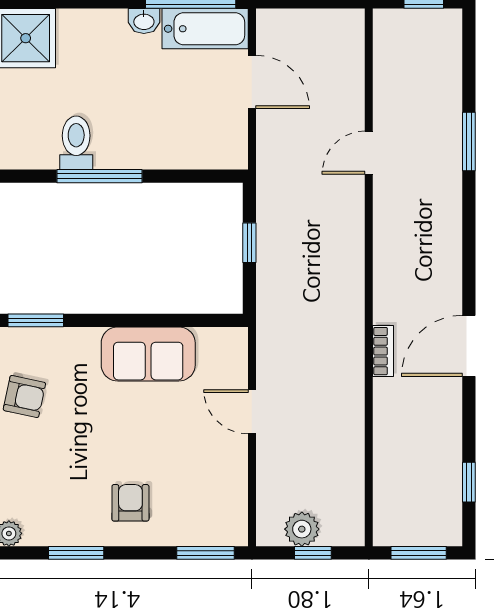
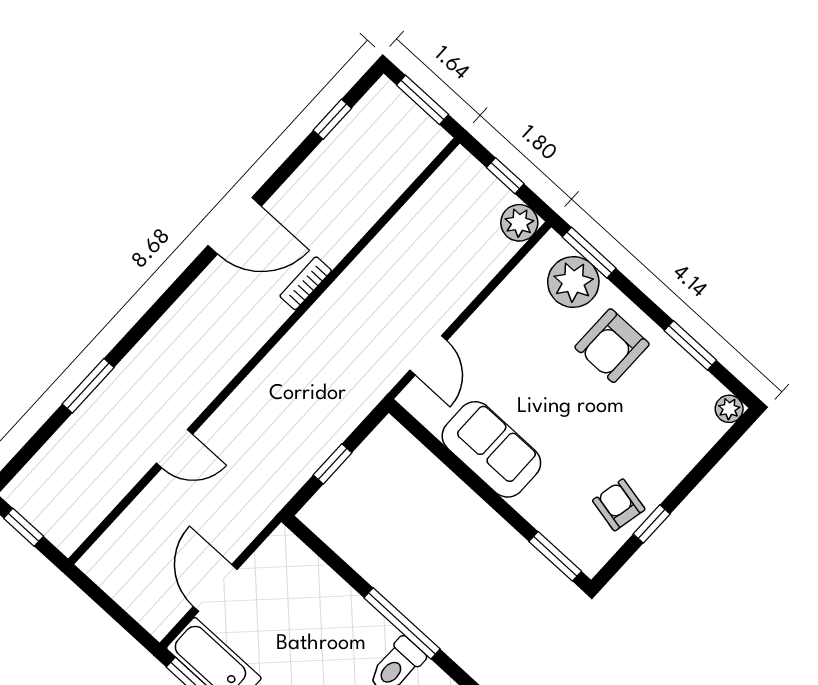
door: (252, 412) -> (428, 355), moved
armchair: (130, 503) -> (612, 346), width x1.38, depth x1.38
plant: (198, 522) -> (573, 282), added
plant: (302, 529) -> (519, 223), moved

